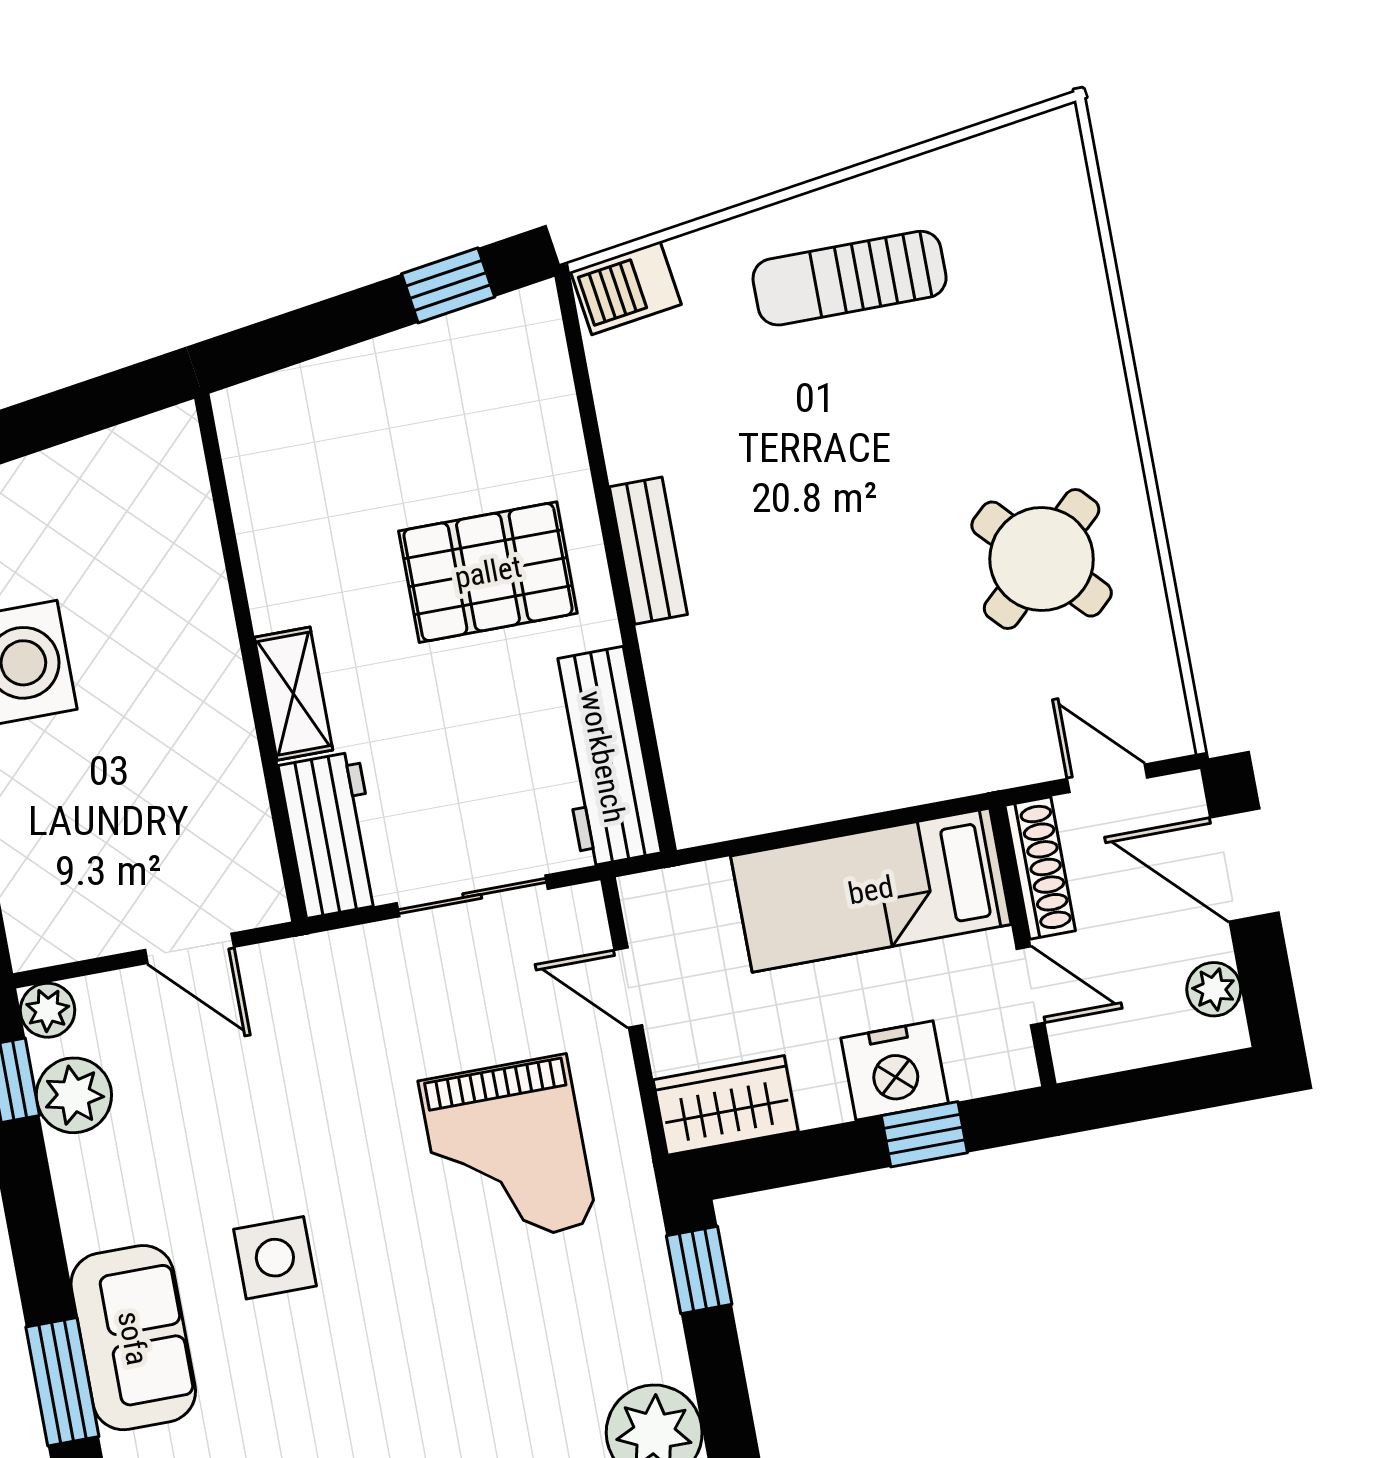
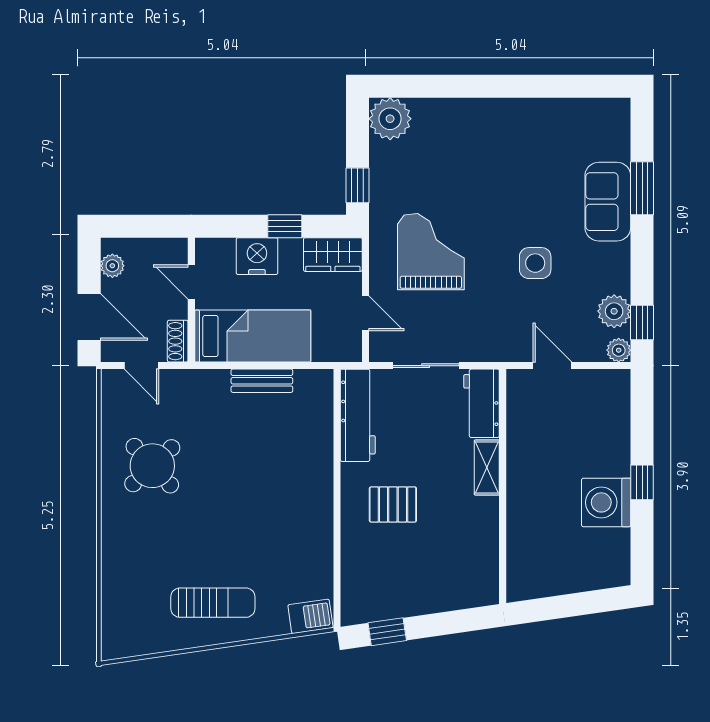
bench: (648, 551) -> (262, 381), moved, turned 90
pallet: (488, 572) -> (393, 504), width x0.67, depth x0.71
shoe rack: (1040, 868) -> (178, 341), width x0.70
window: (924, 1134) -> (285, 226), moved
side table: (275, 1258) -> (535, 263), moved

